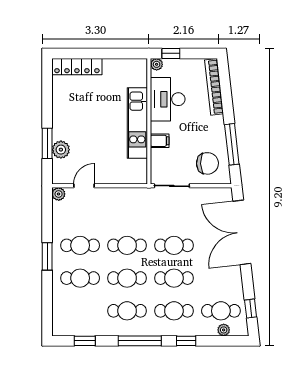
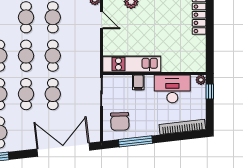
kitchen unit: (137, 123) -> (132, 64), moved

